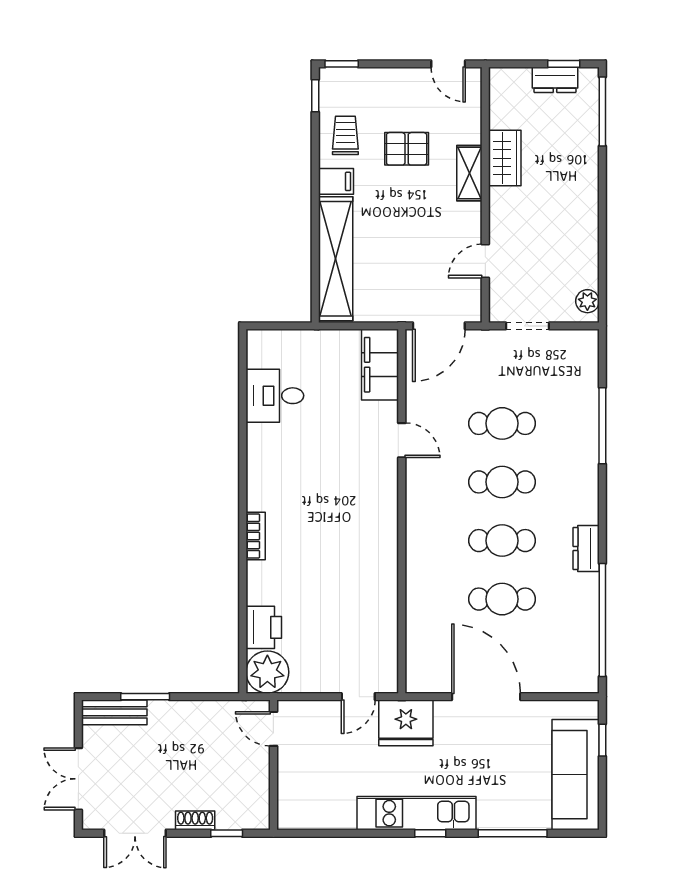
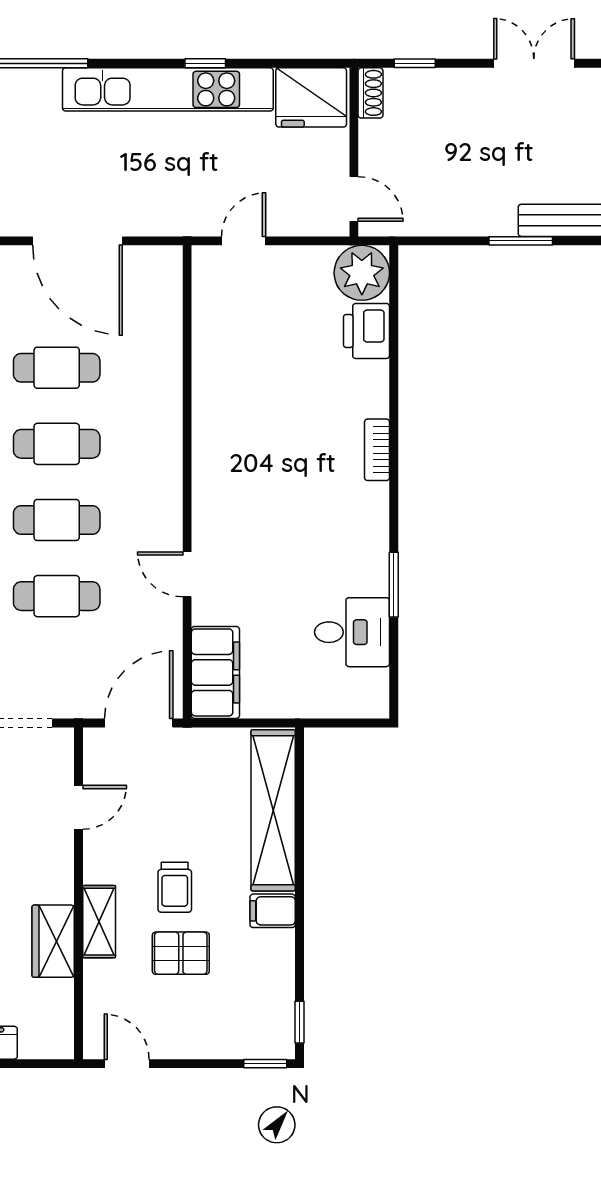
trolley: (345, 135) -> (175, 887), moved
window: (243, 432) -> (394, 585), added
fridge: (406, 723) -> (311, 97), moved, turned 180
kitchen unit: (417, 813) -> (168, 89), width x1.36
shoe rack: (195, 820) -> (371, 93), moved, turned -90
window: (430, 833) -> (205, 63), moved

